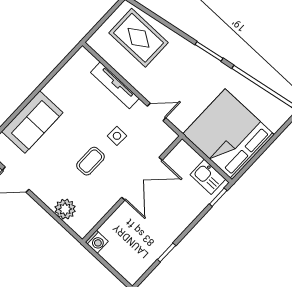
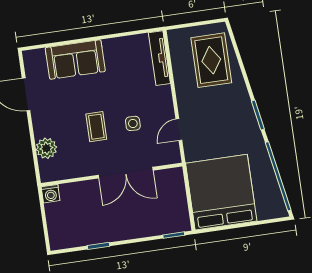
tv unit: (115, 85) -> (159, 58), moved
door: (157, 112) -> (179, 130), swing flipped
coffee table: (90, 161) -> (96, 127), turned 90
kitchen sink: (208, 177) -> (178, 213), removed

